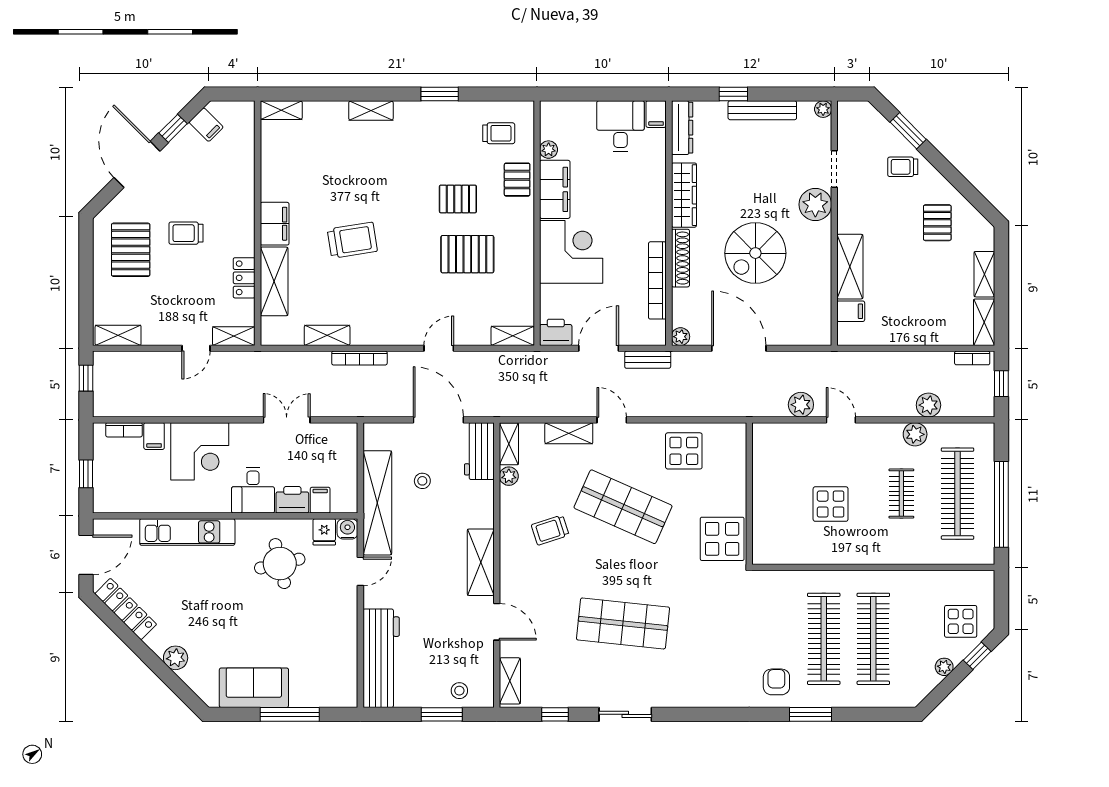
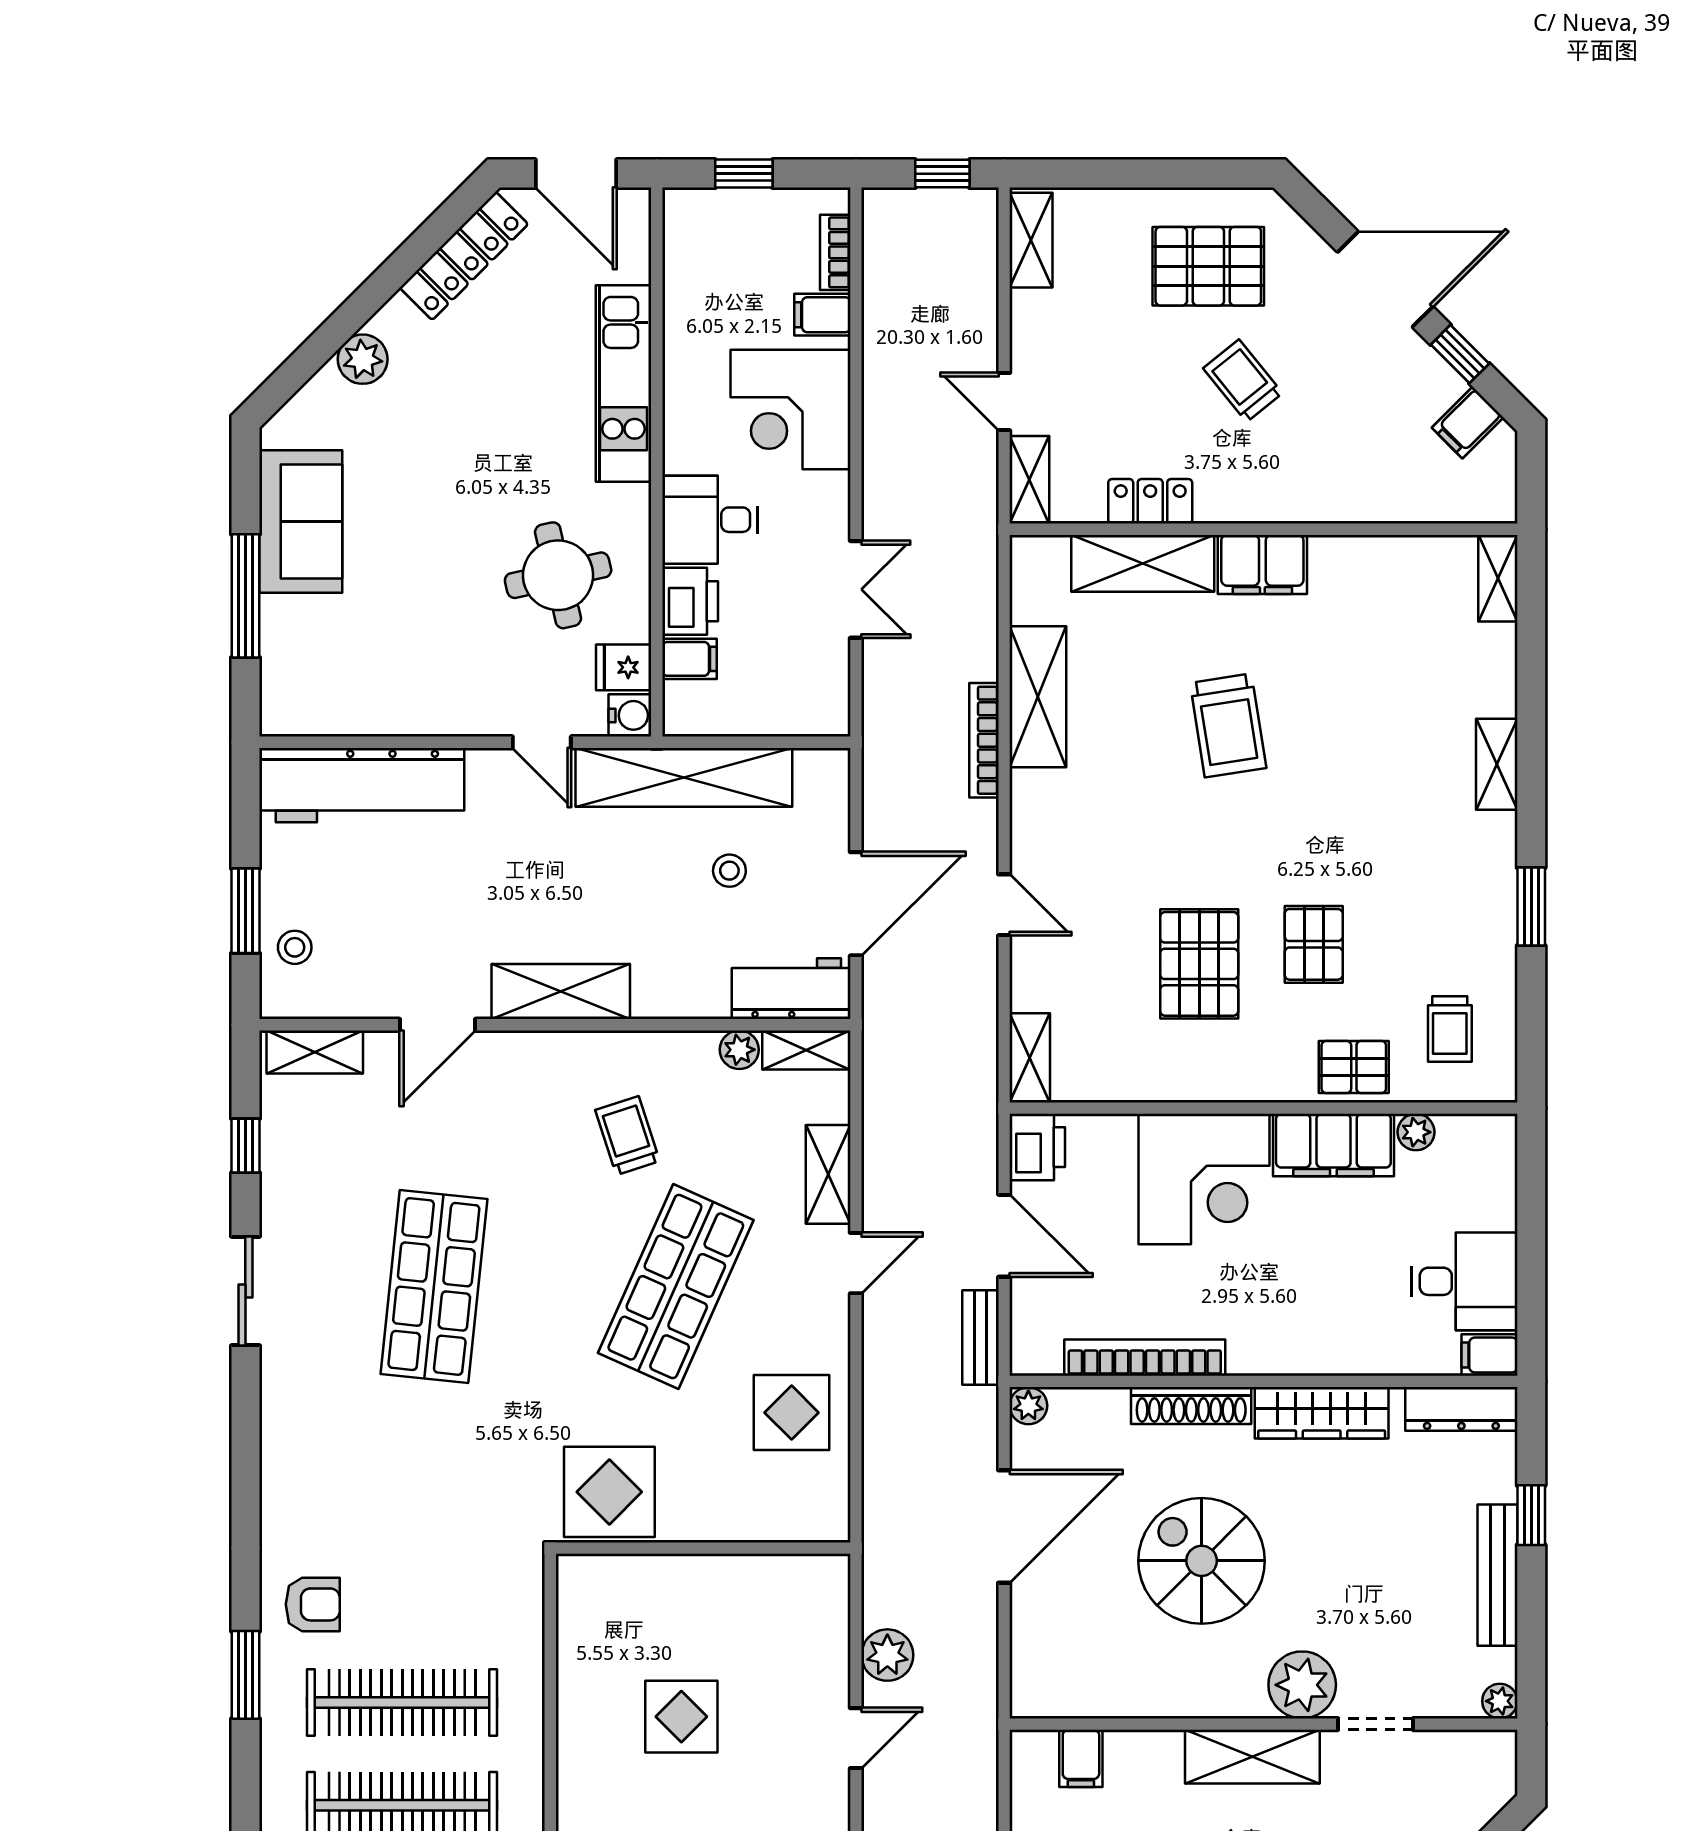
trolley: (186, 233) -> (1243, 381), turned -39
shelving: (850, 267) -> (1252, 1757), moved
shelving: (327, 335) -> (1038, 697), width x1.50, depth x1.33

